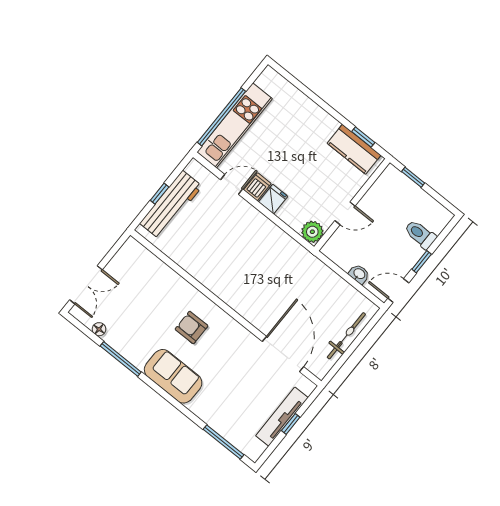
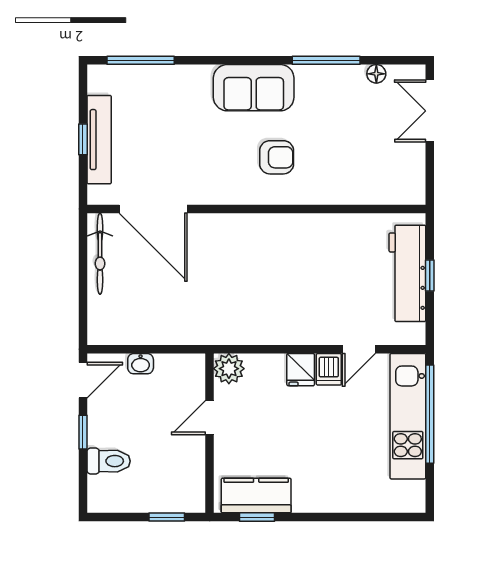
bicycle: (346, 336) -> (100, 254), moved

